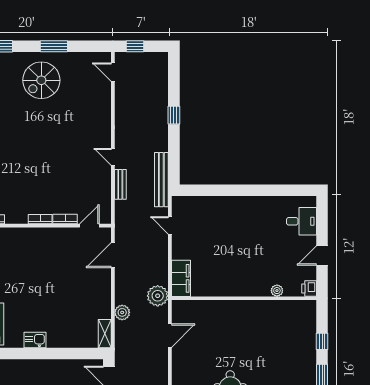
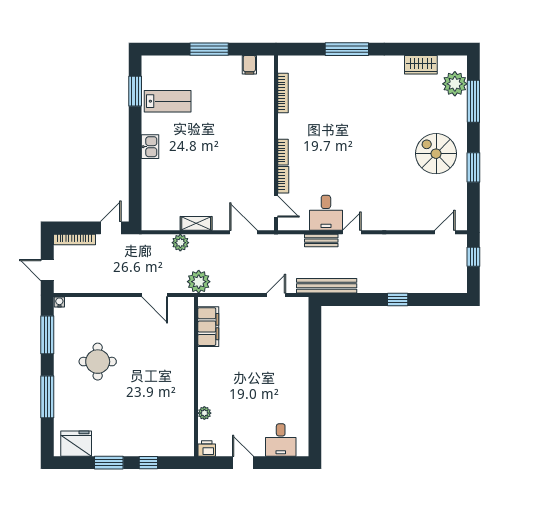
desk: (95, 180) -> (326, 213), added
filing cabinet: (181, 278) -> (208, 327), moved, turned -90
shelving: (105, 334) -> (196, 223), moved

